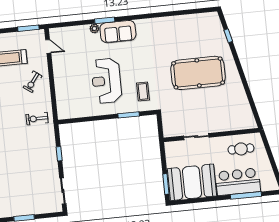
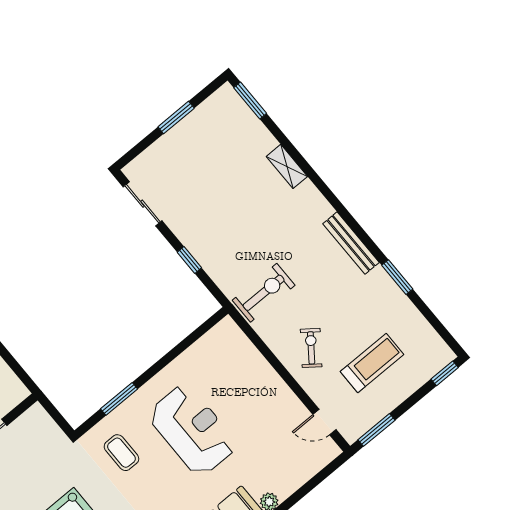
exercise bike: (37, 119) -> (264, 293), width x1.38, depth x1.39

